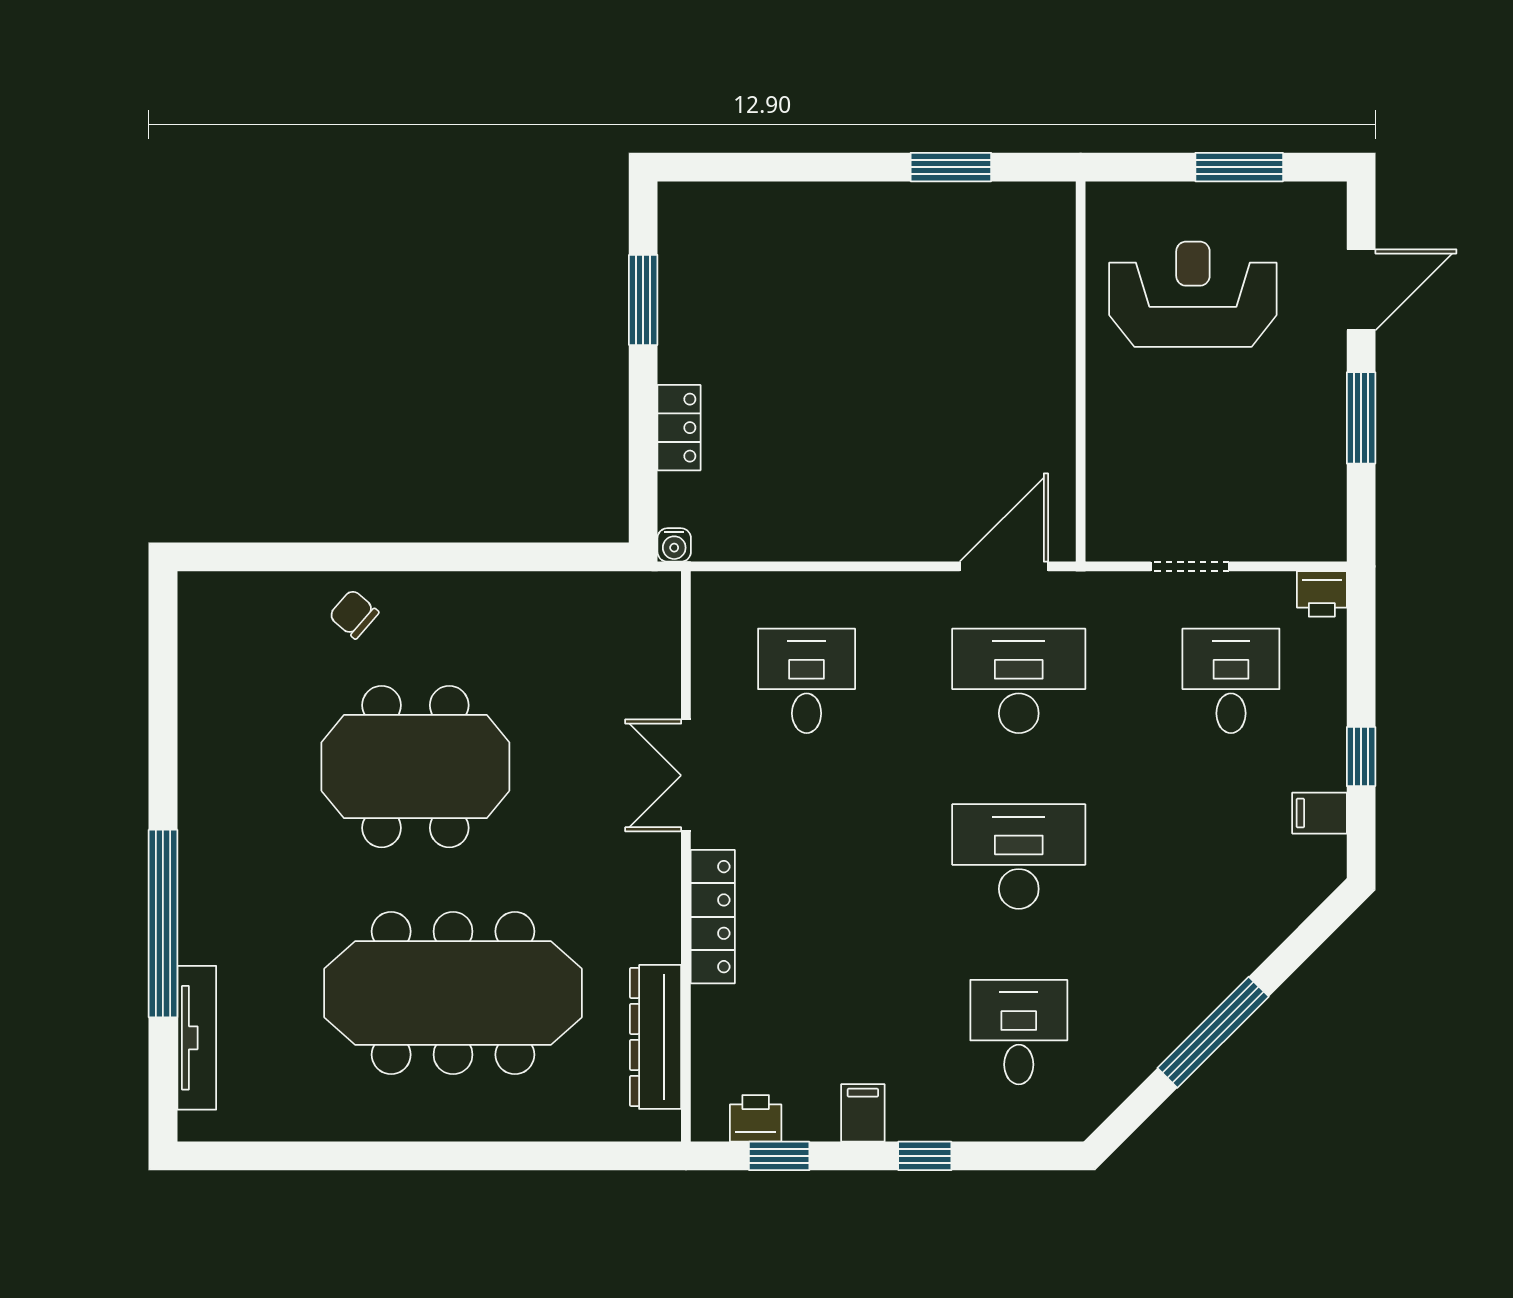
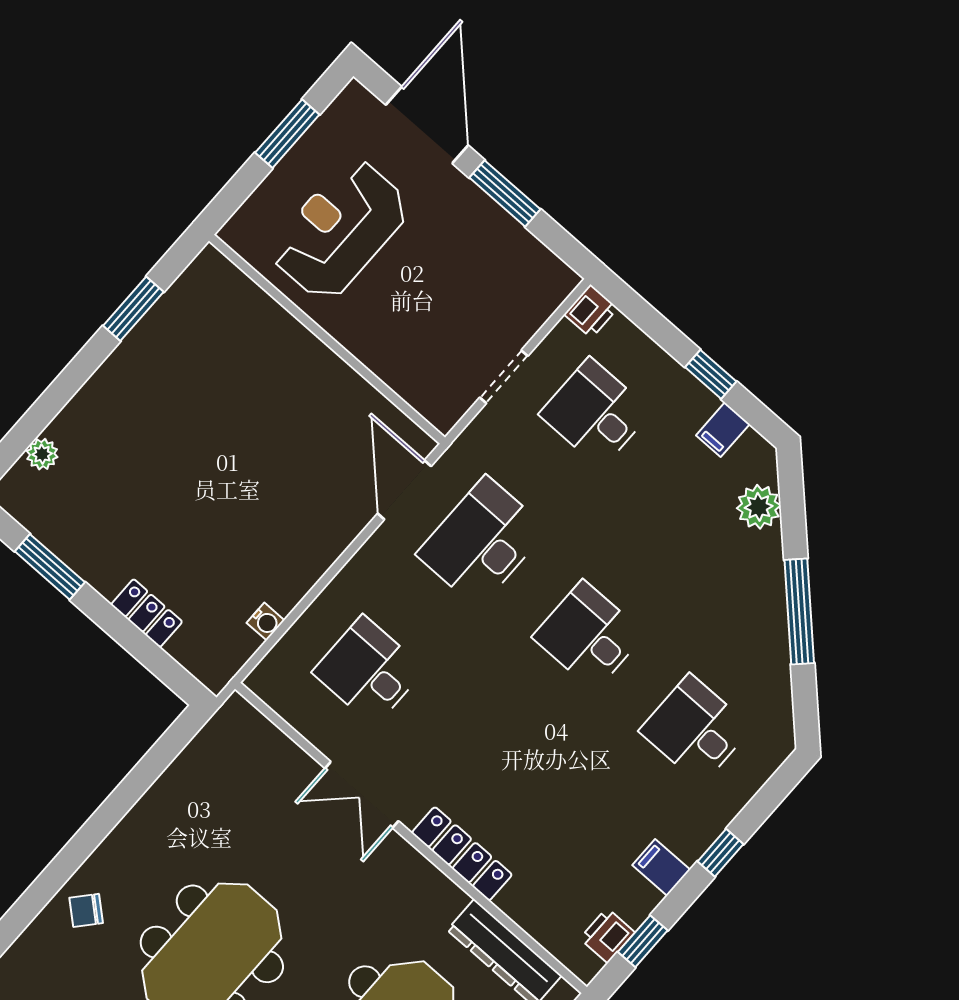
plant: (742, 201) -> (42, 454), added
door: (1361, 290) -> (427, 125), width x1.36
water cooler: (674, 545) -> (266, 622), moved
desk: (1019, 856) -> (589, 636), width x0.73
plant: (1277, 909) -> (759, 507), added

